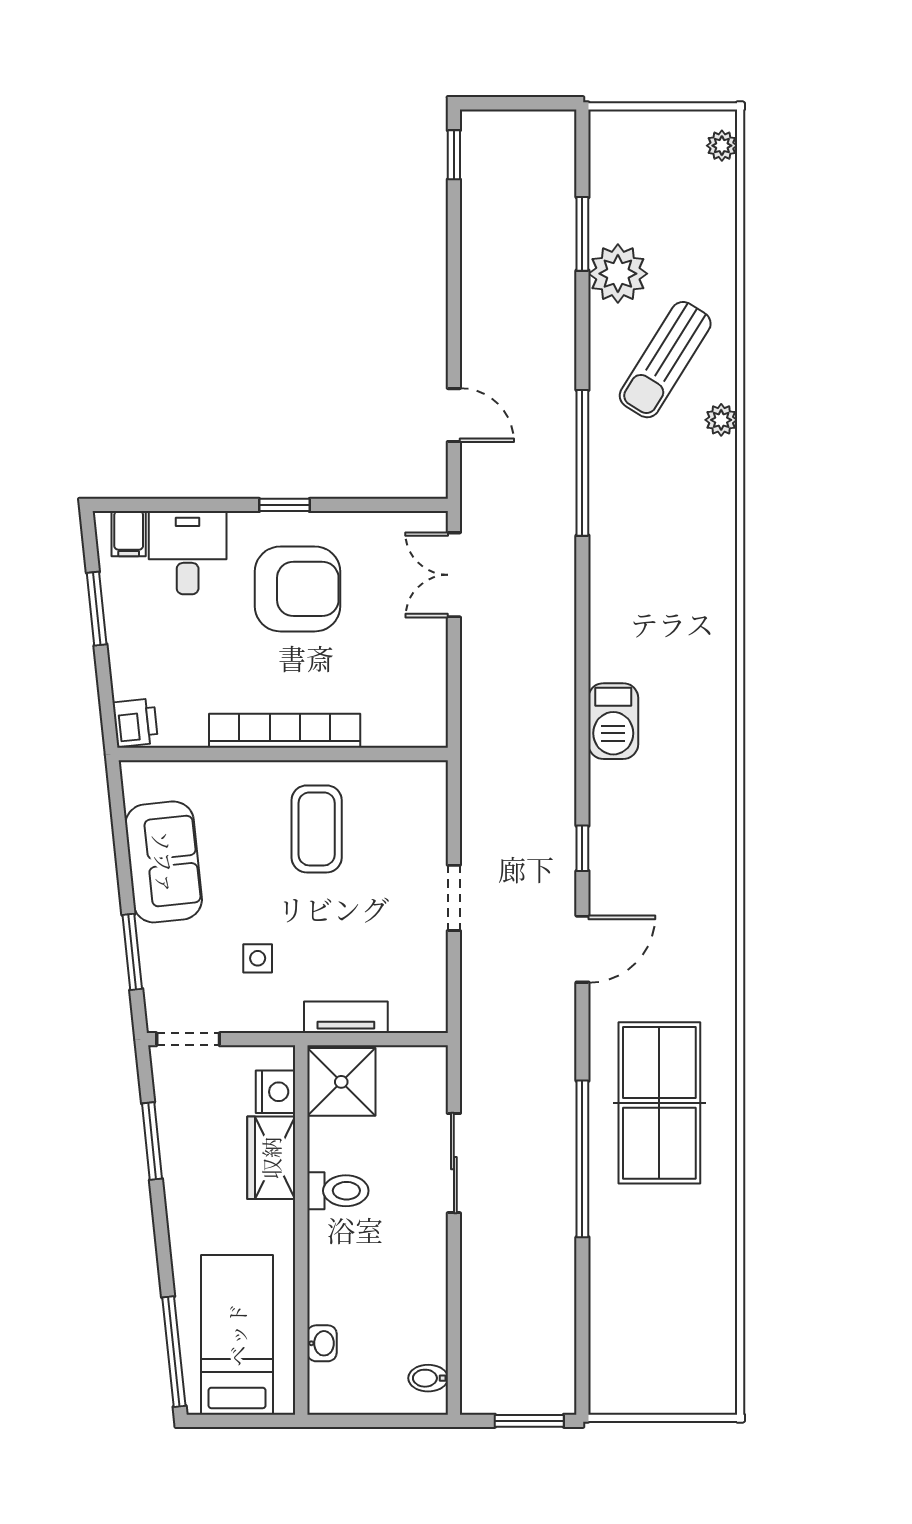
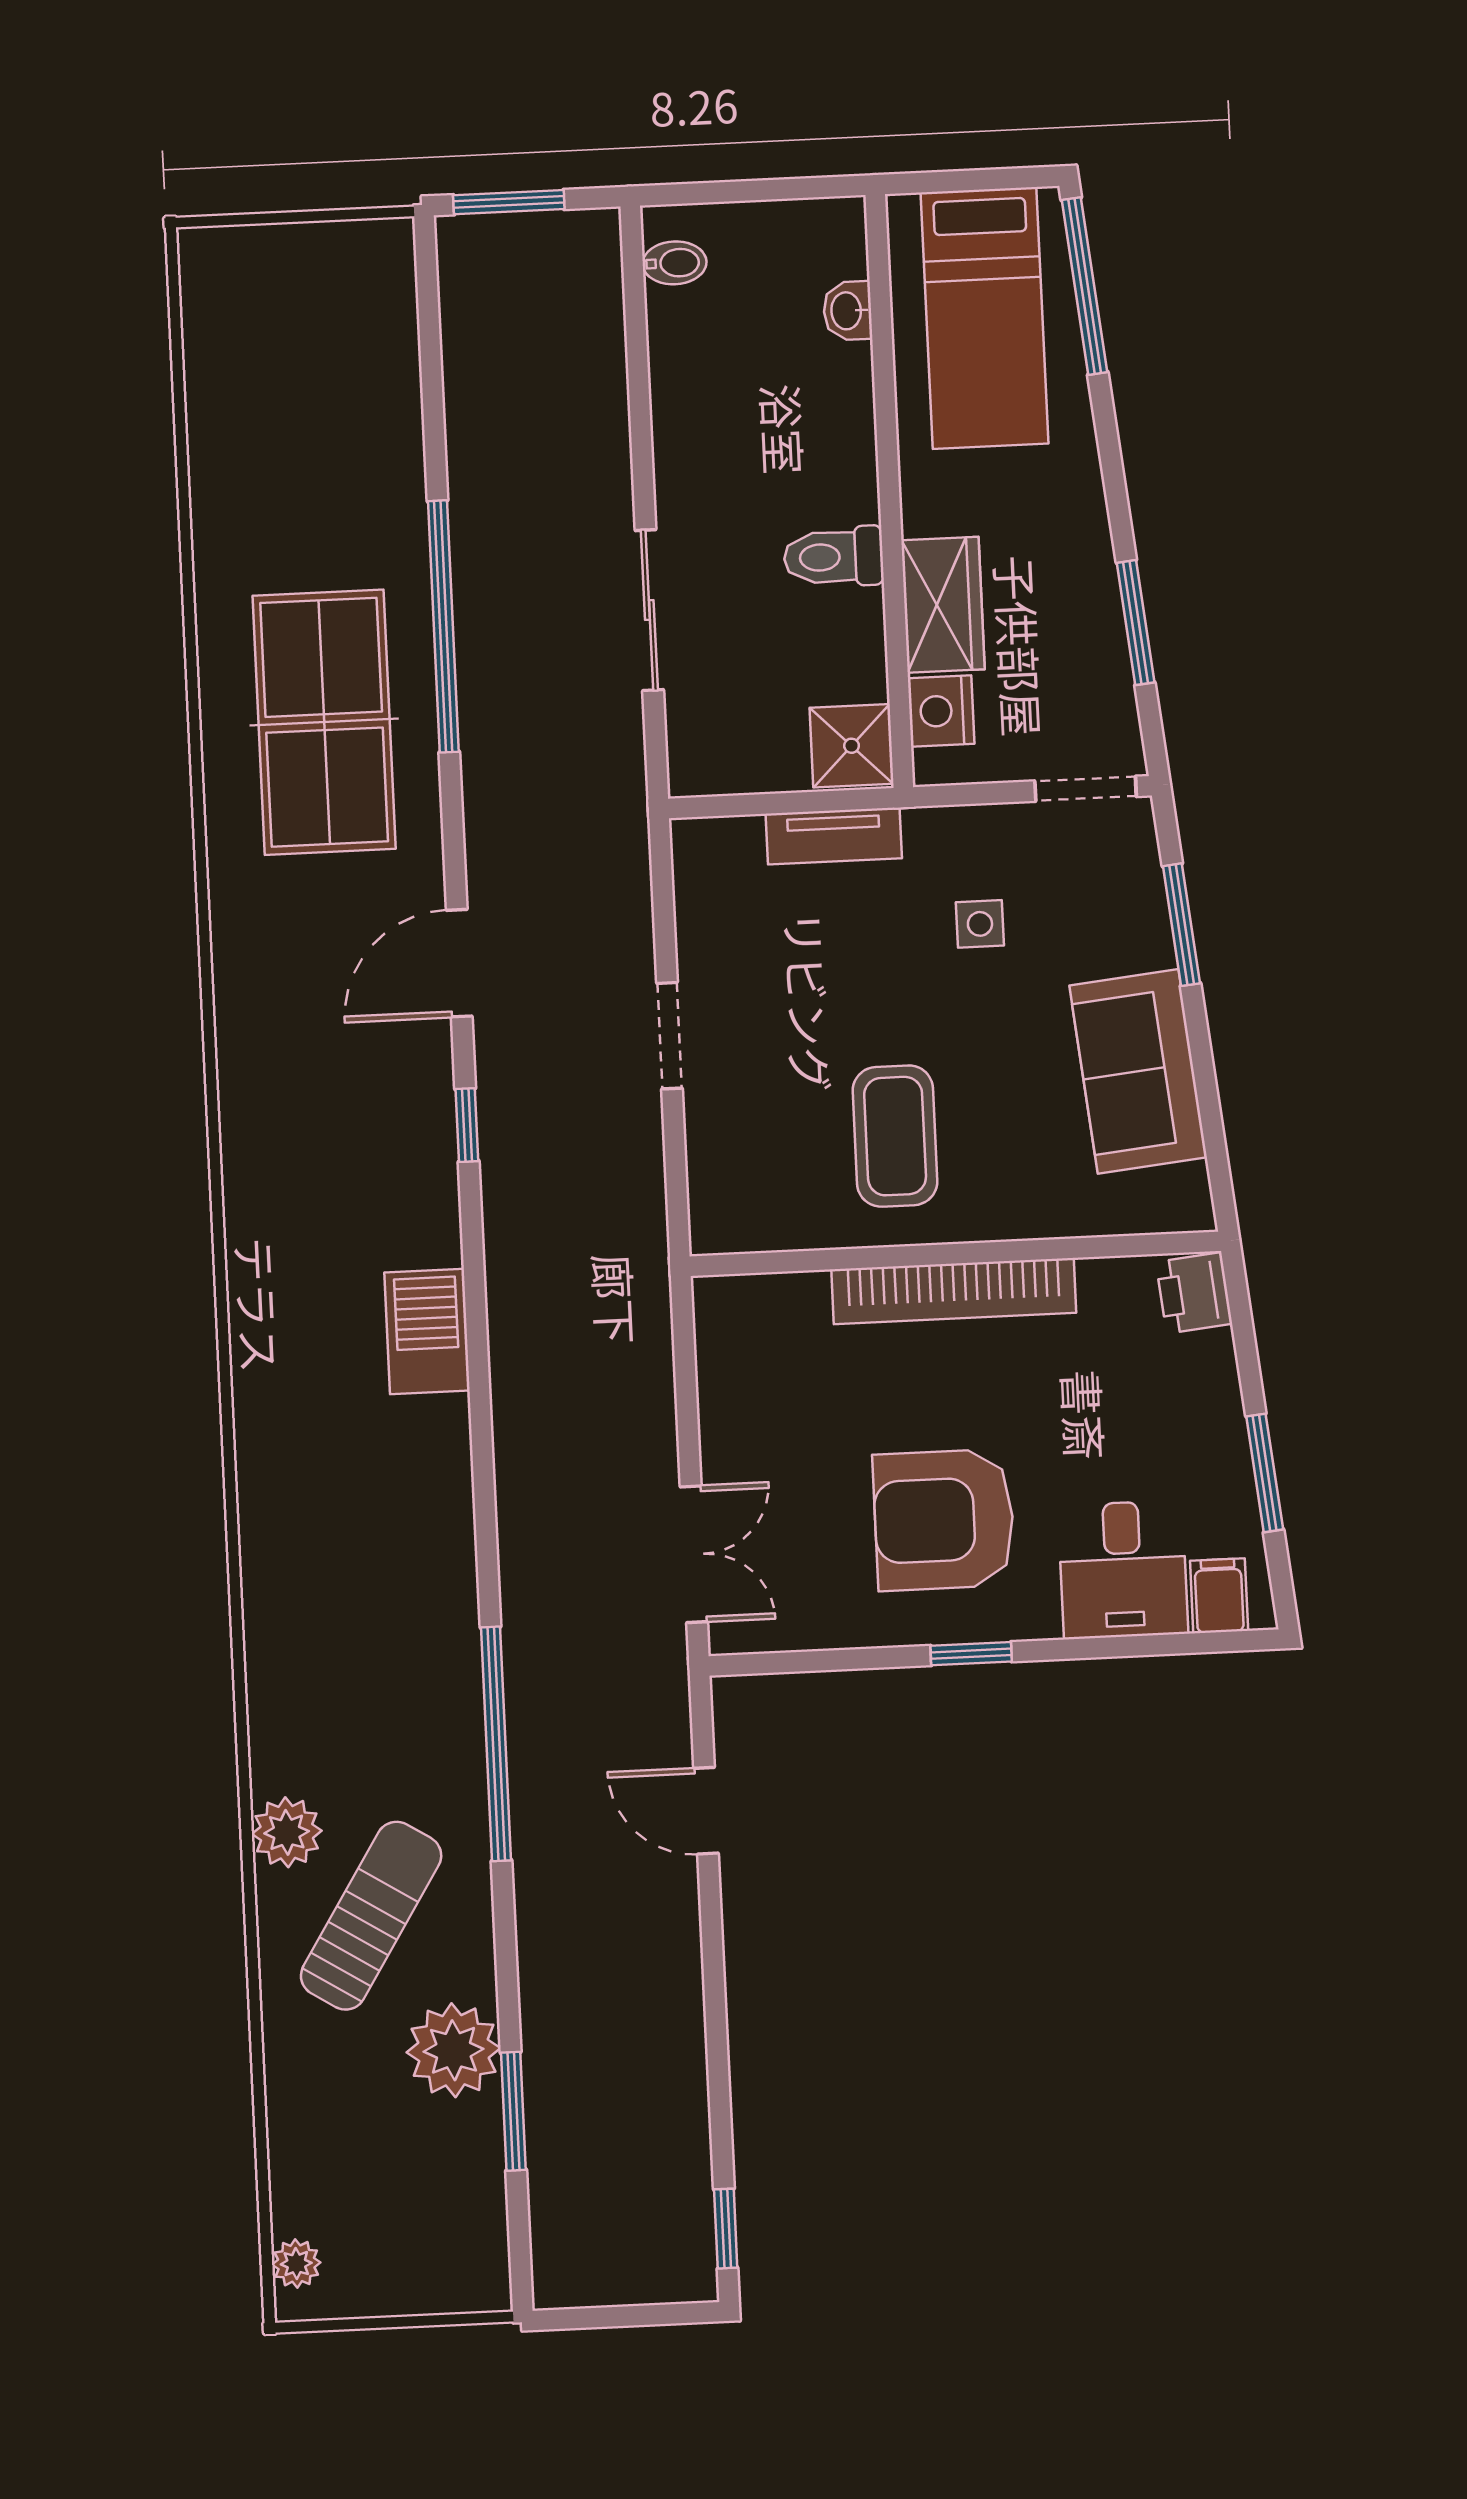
plant: (721, 420) -> (287, 1832), width x1.38, depth x1.38
shower: (341, 1082) -> (852, 746), width x0.73, depth x0.73

